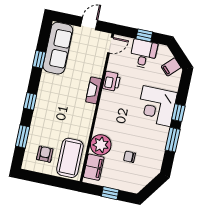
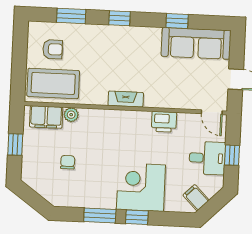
fireplace: (94, 90) -> (126, 99), moved
plant: (101, 145) -> (71, 115), width x0.53, depth x0.53

